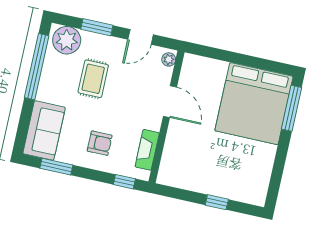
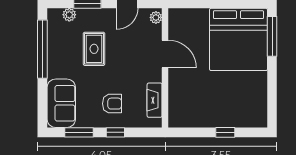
plant: (67, 40) -> (69, 15), width x0.53, depth x0.53
window: (124, 182) -> (115, 132), moved

